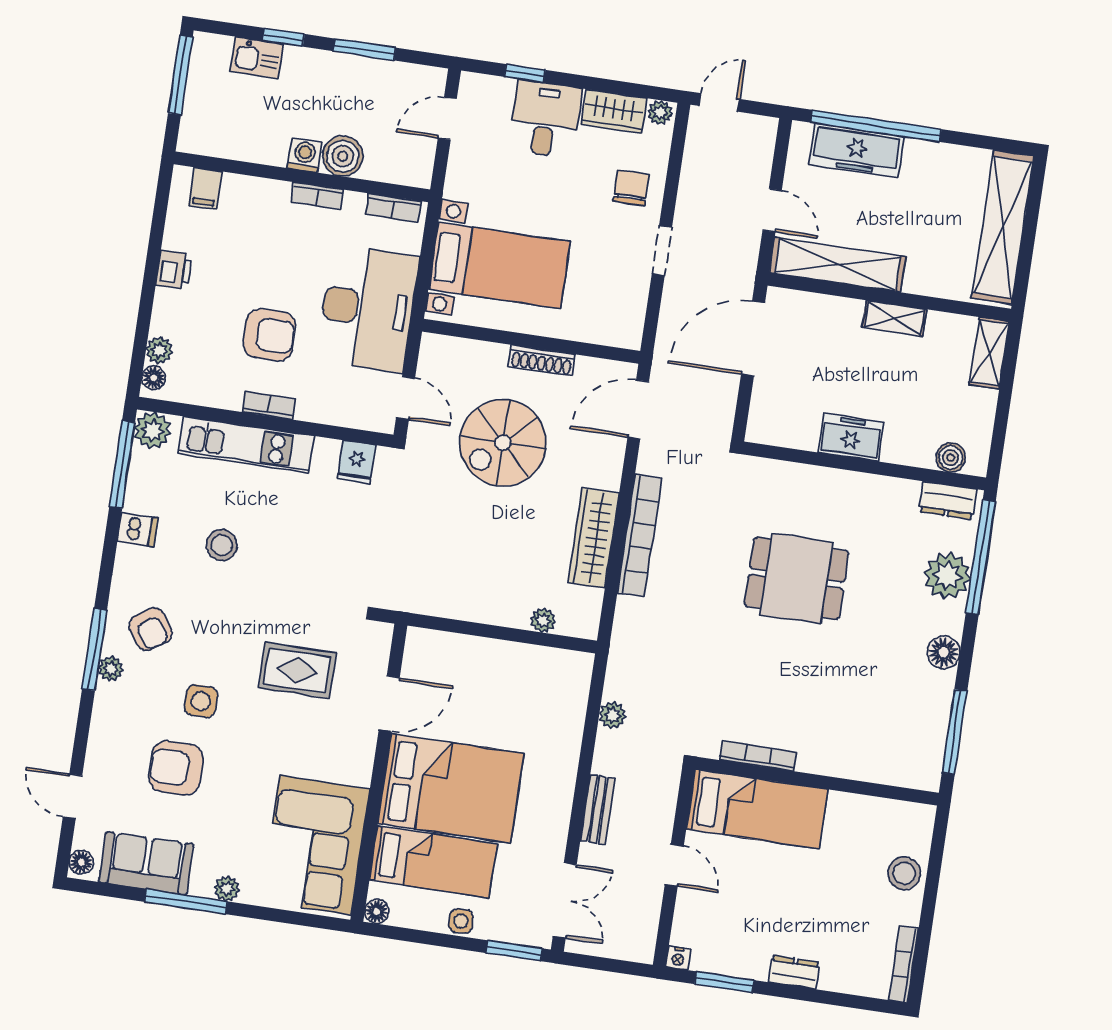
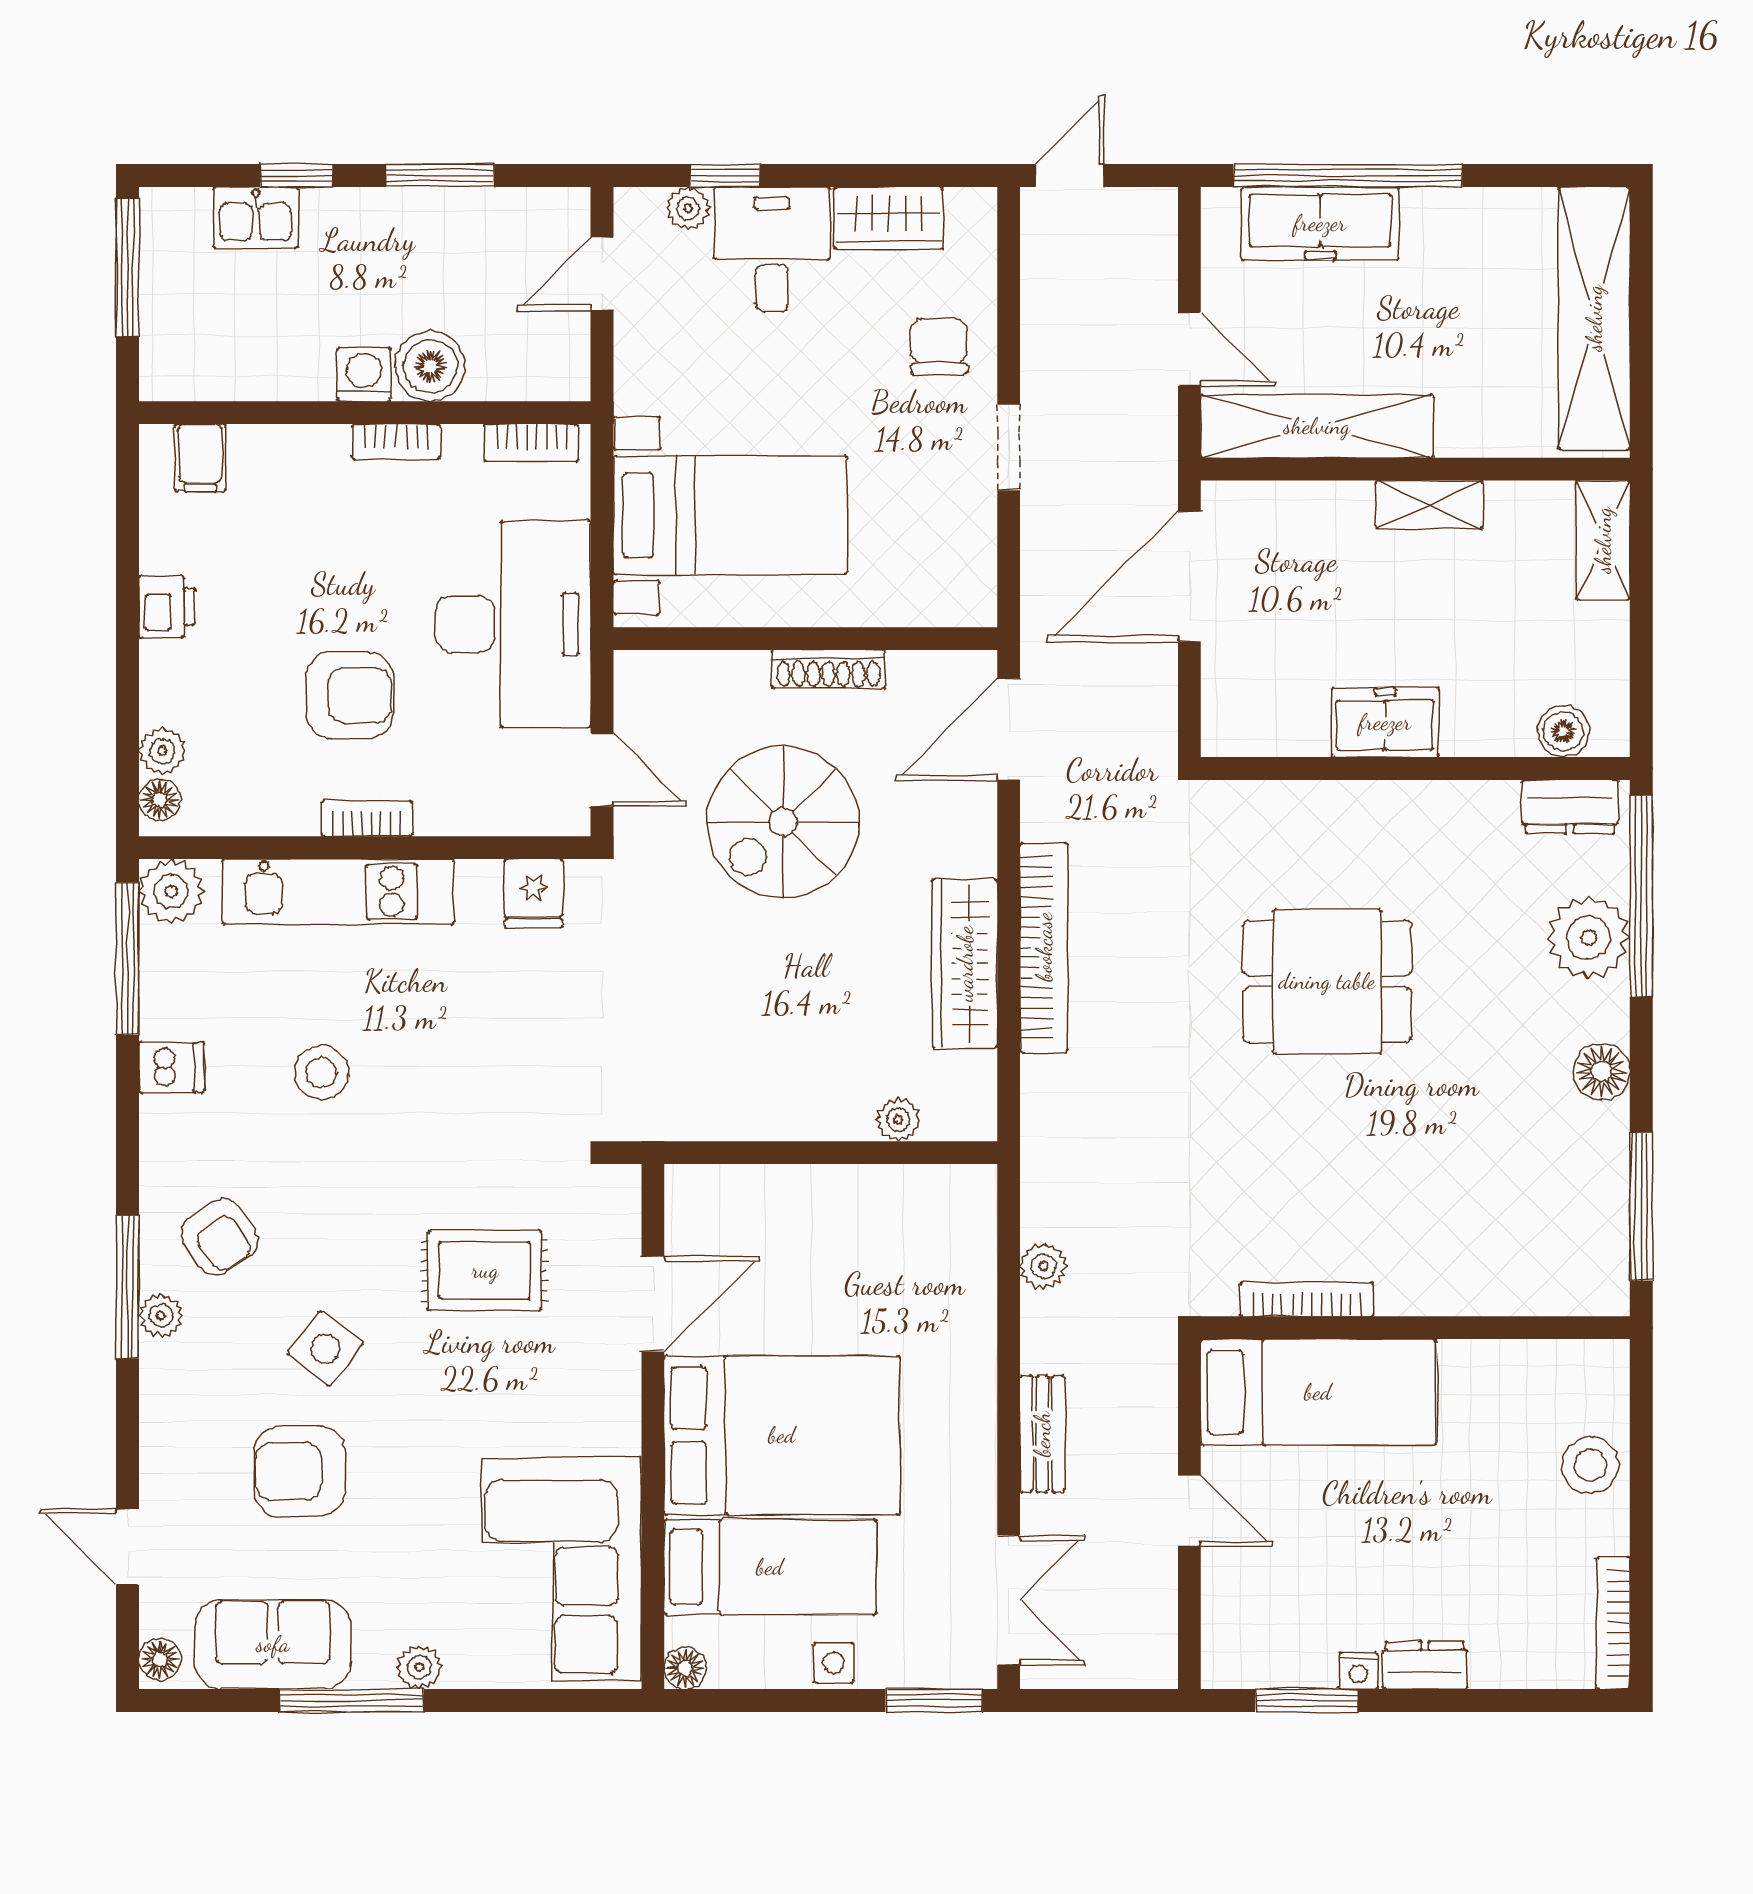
plant: (660, 112) -> (688, 208), moved
side table: (201, 701) -> (325, 1349), turned 38
nightstand: (678, 958) -> (1358, 1671), moved

